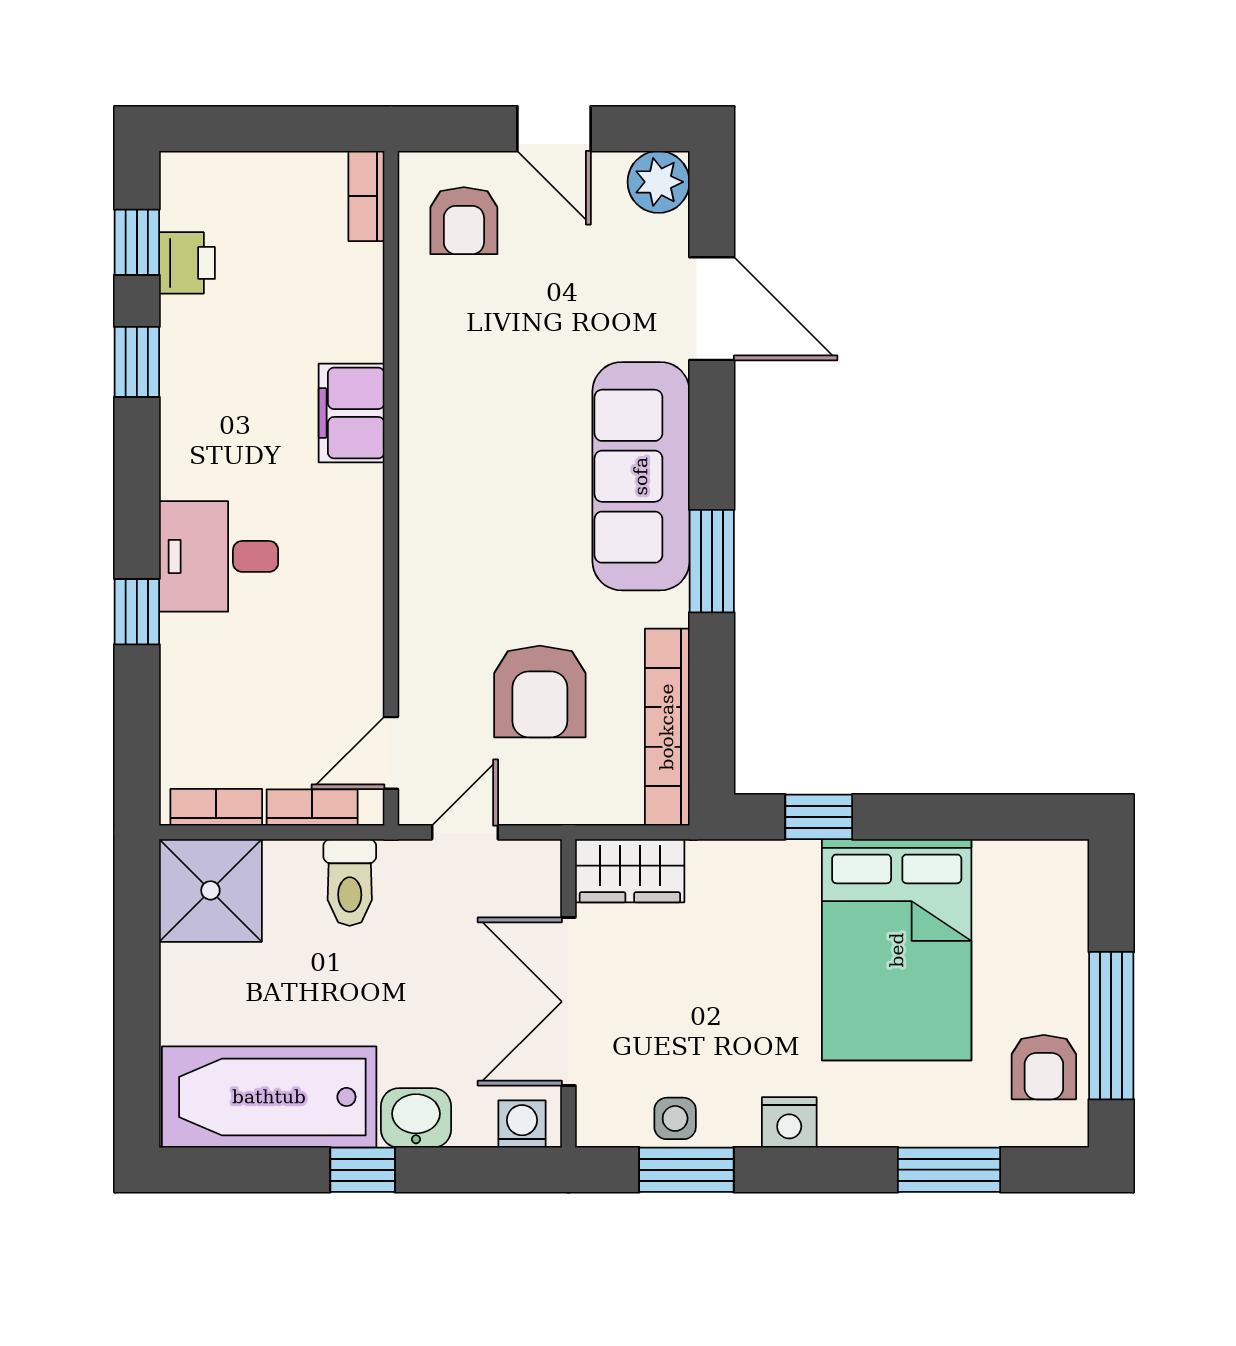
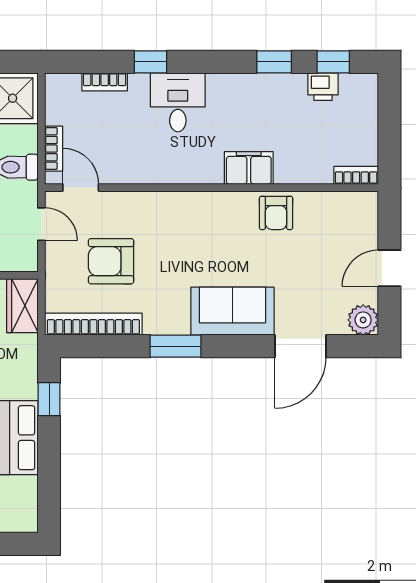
armchair: (464, 221) -> (276, 213), moved, turned -90
sofa: (641, 476) -> (232, 311), width x0.73
bookcase: (216, 807) -> (105, 82), moved, turned 90

